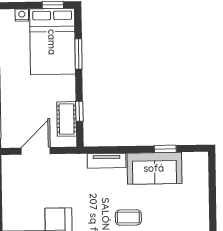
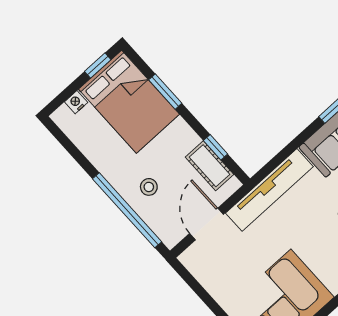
stool: (21, 101) -> (149, 187), added
tv unit: (107, 161) -> (269, 190), width x1.92, depth x1.29

